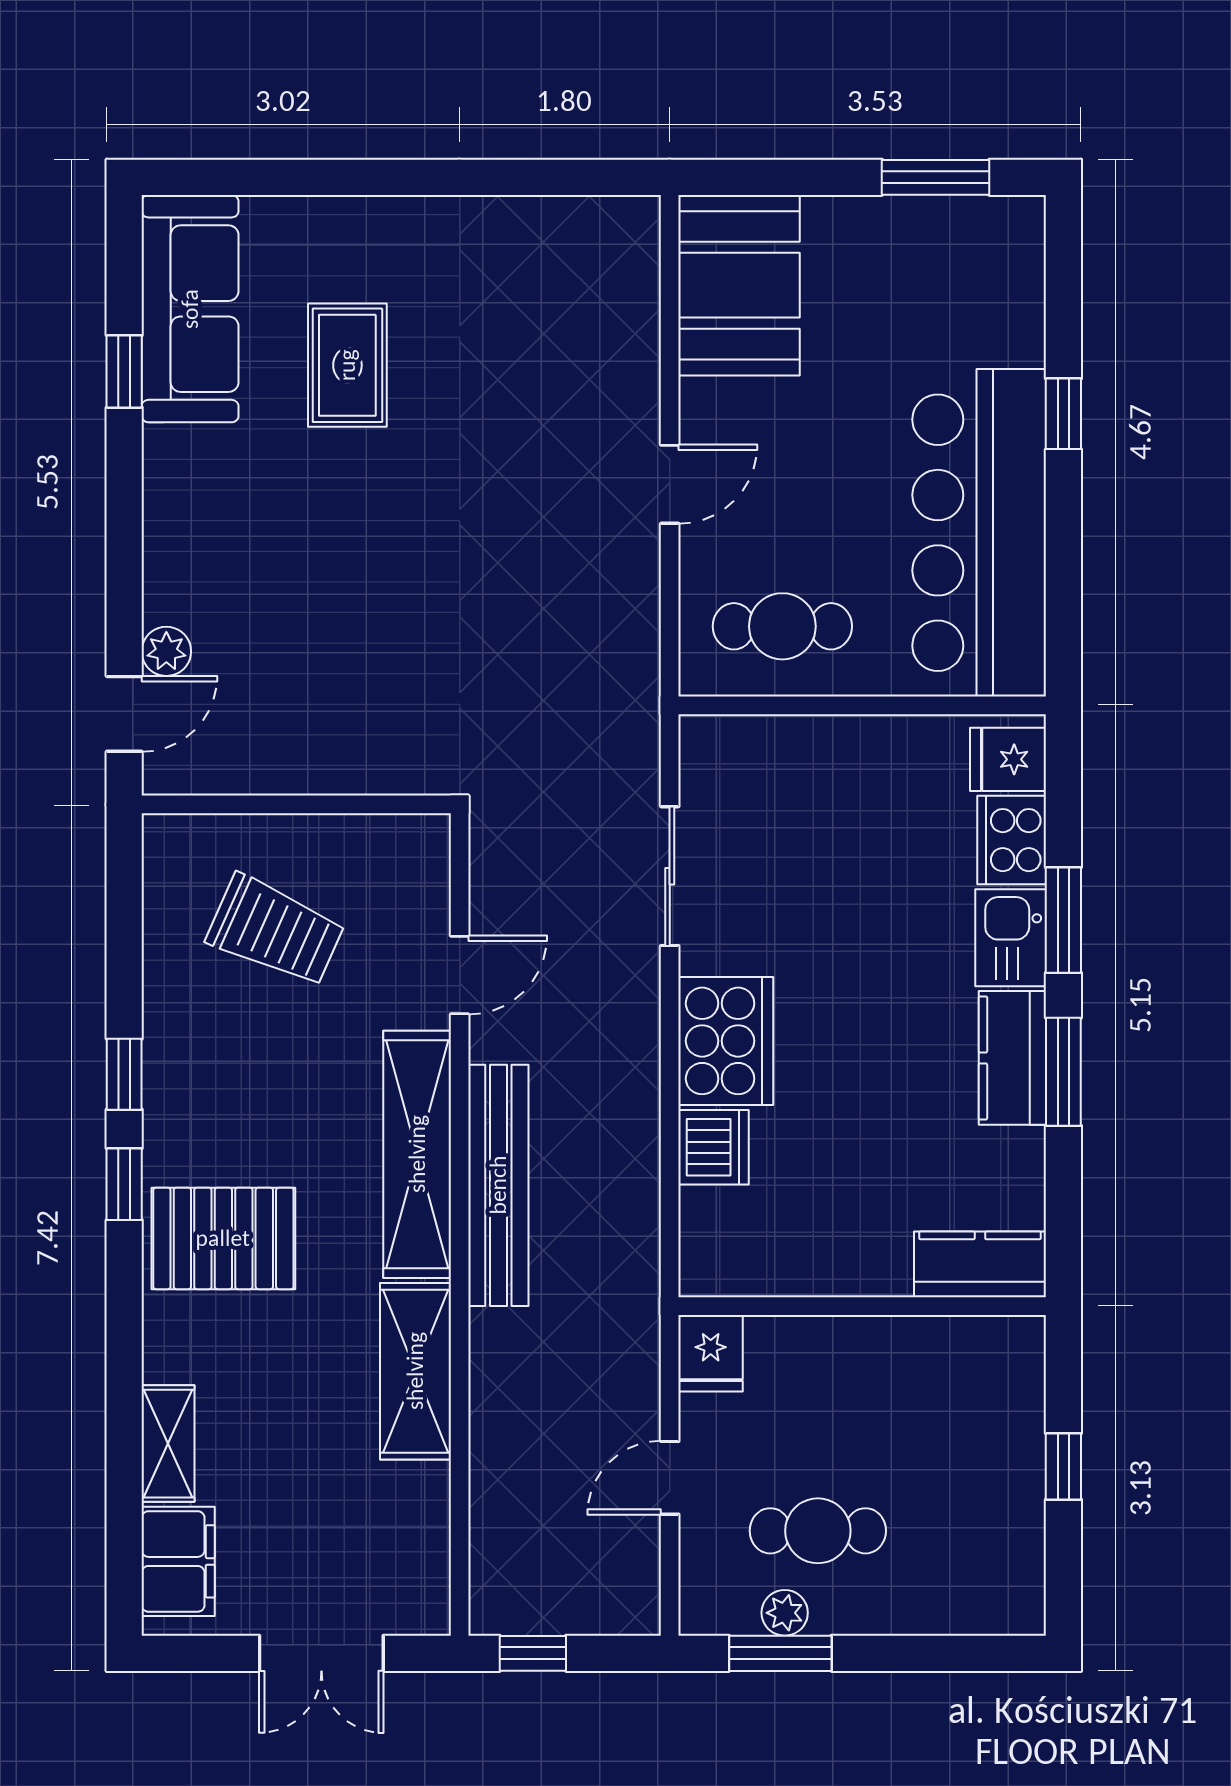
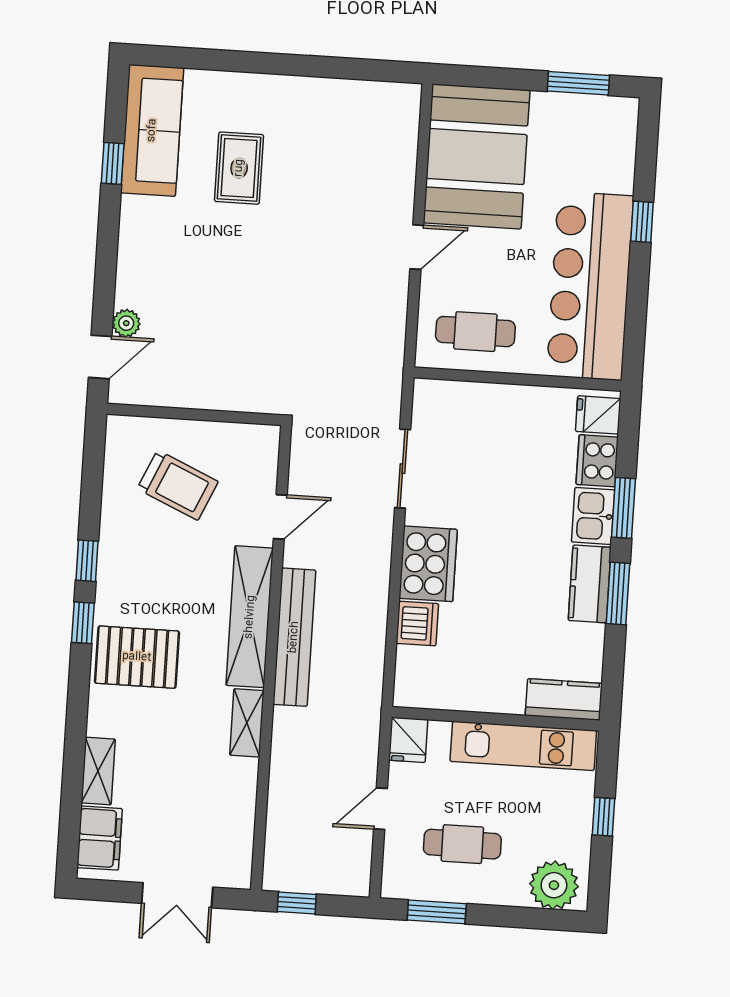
booth: (739, 285) -> (477, 157), width x1.36, depth x1.42
kitchen unit: (914, 1351) -> (523, 746), added
shelving: (415, 1371) -> (247, 723), width x0.67, depth x0.75
plant: (785, 1613) -> (554, 885), moved, width x1.88, depth x1.88

